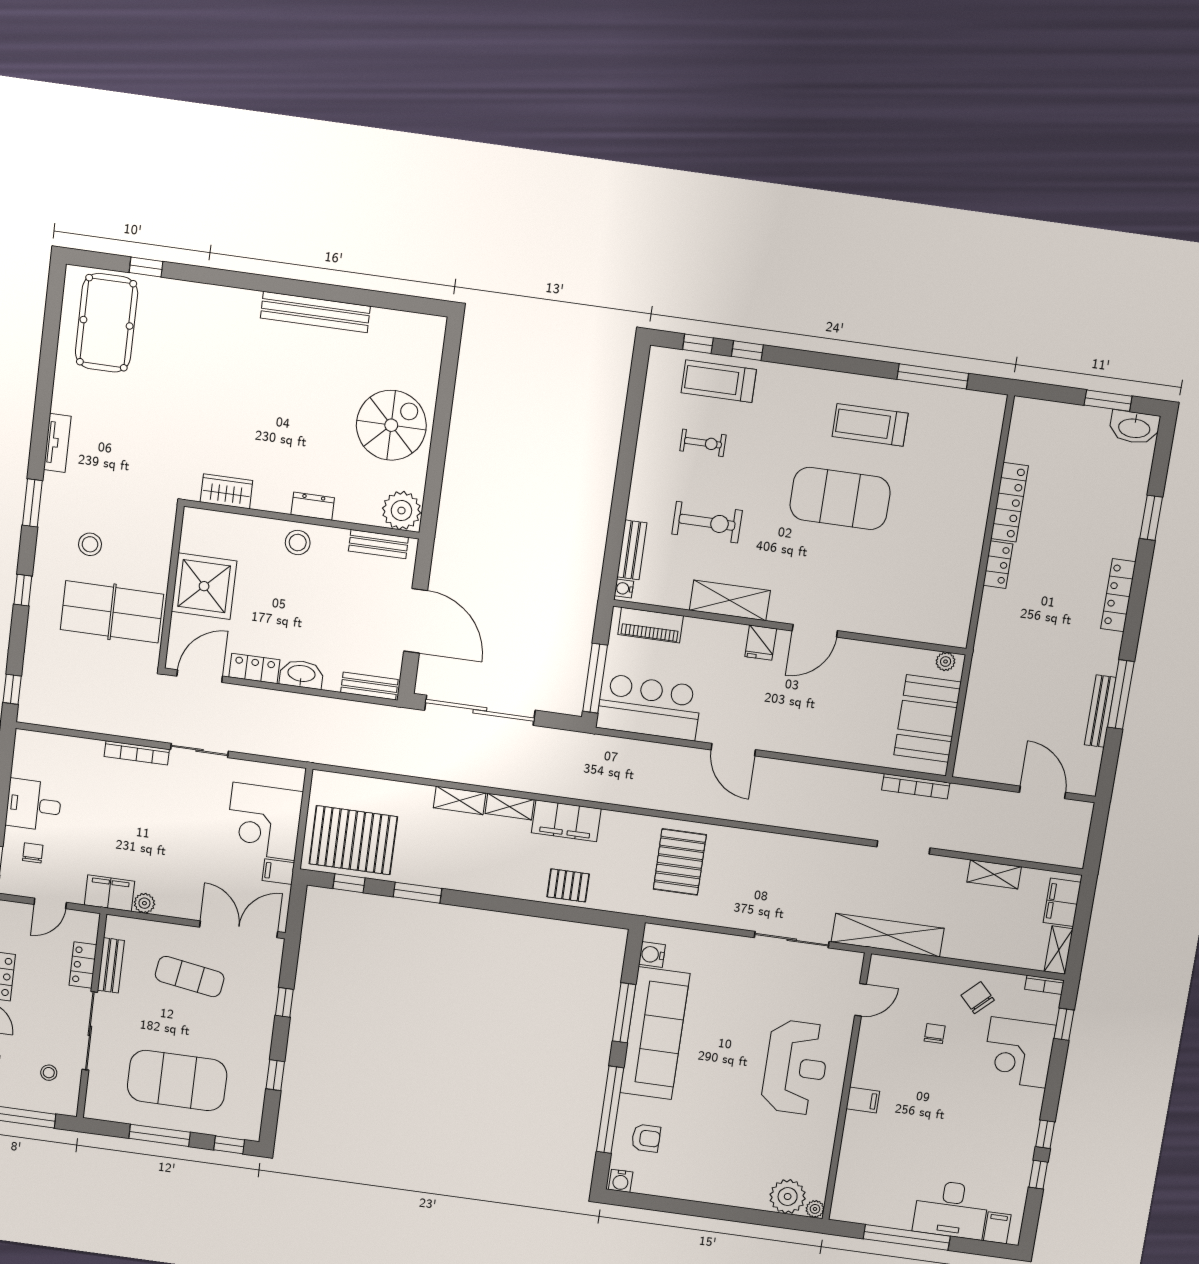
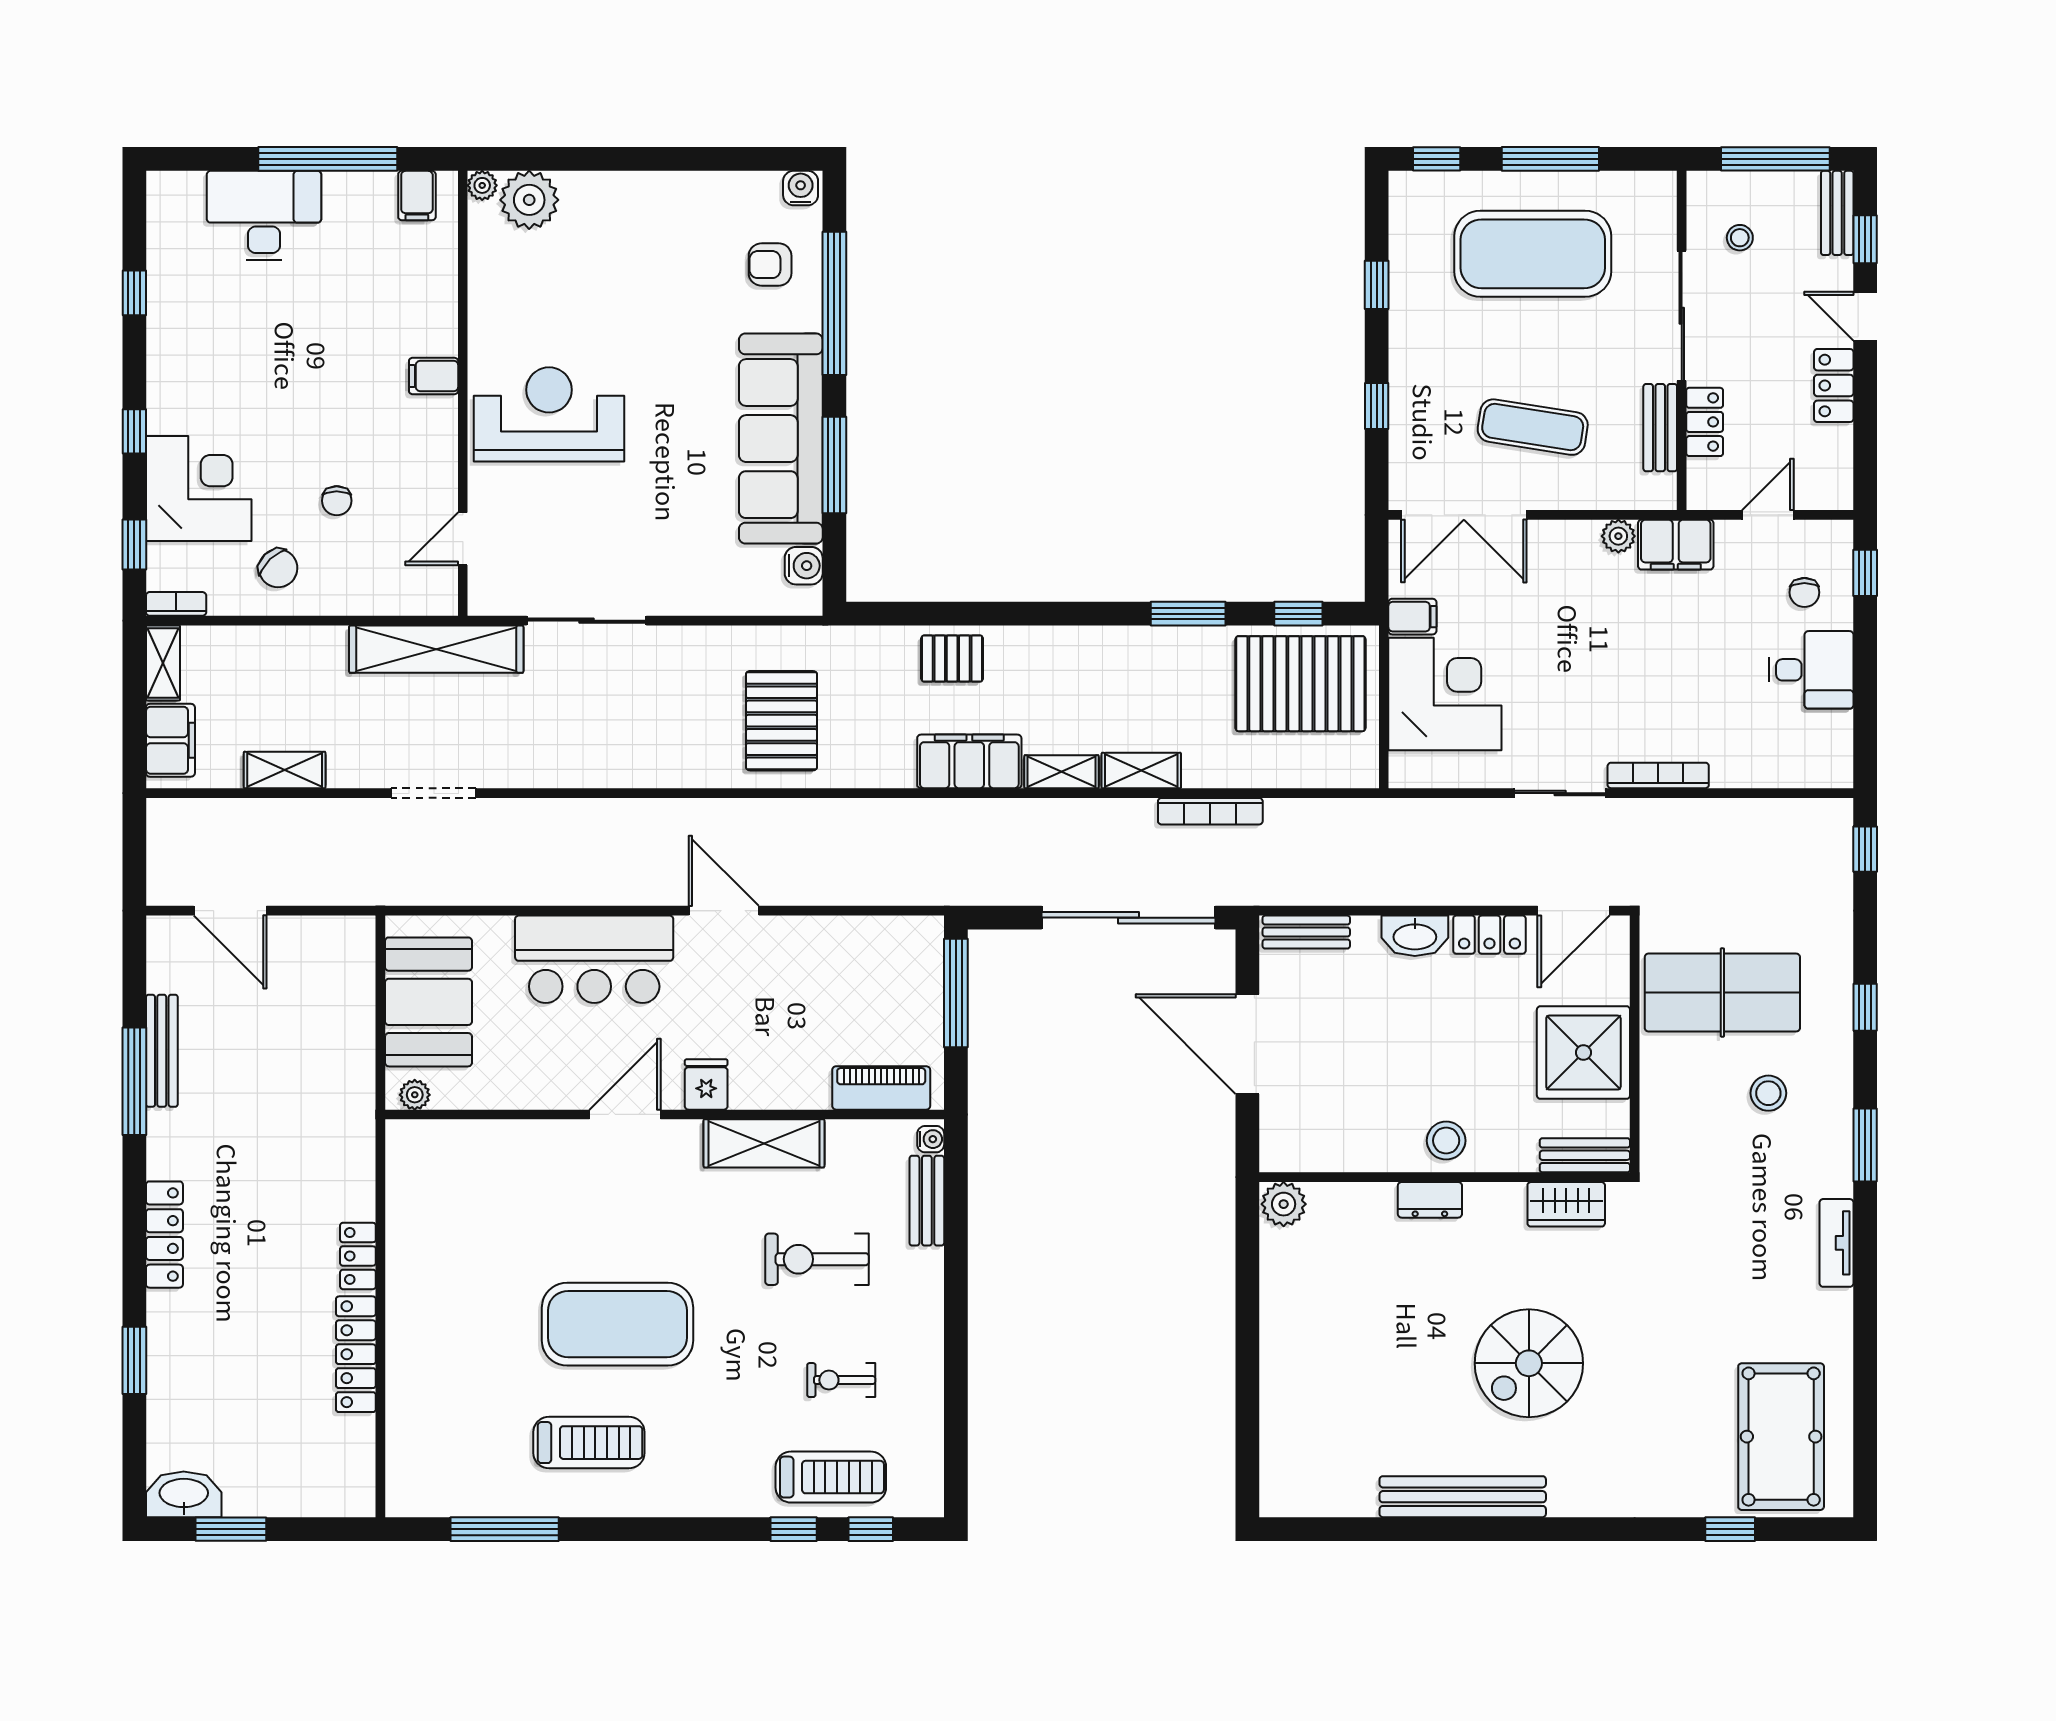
spiral stairs: (391, 425) -> (1529, 1363), moved
plant: (401, 511) -> (1284, 1204), width x0.73, depth x0.73
bench: (378, 544) -> (1585, 1155), moved
bar counter: (649, 707) -> (594, 959), moved
bookcase: (916, 786) -> (1210, 811), moved, turned 180
reception desk: (795, 1067) -> (549, 414), turned 90
window: (1045, 1134) -> (134, 431), moved
filing cabinet: (997, 1228) -> (417, 196), moved

